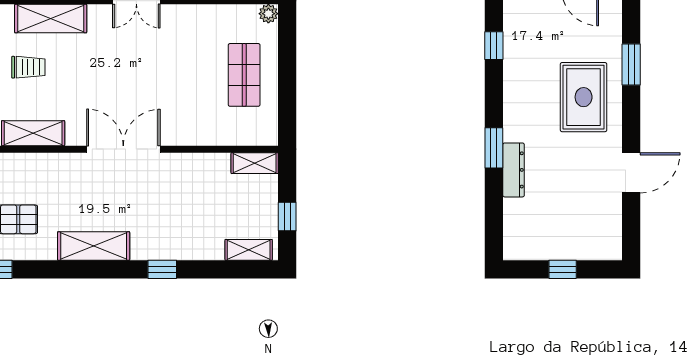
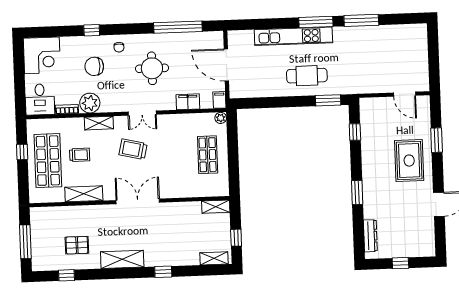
shelving: (51, 18) -> (99, 123), width x0.67, depth x0.75
trolley: (119, 61) -> (133, 149), added
dresser: (514, 170) -> (370, 236), moved

